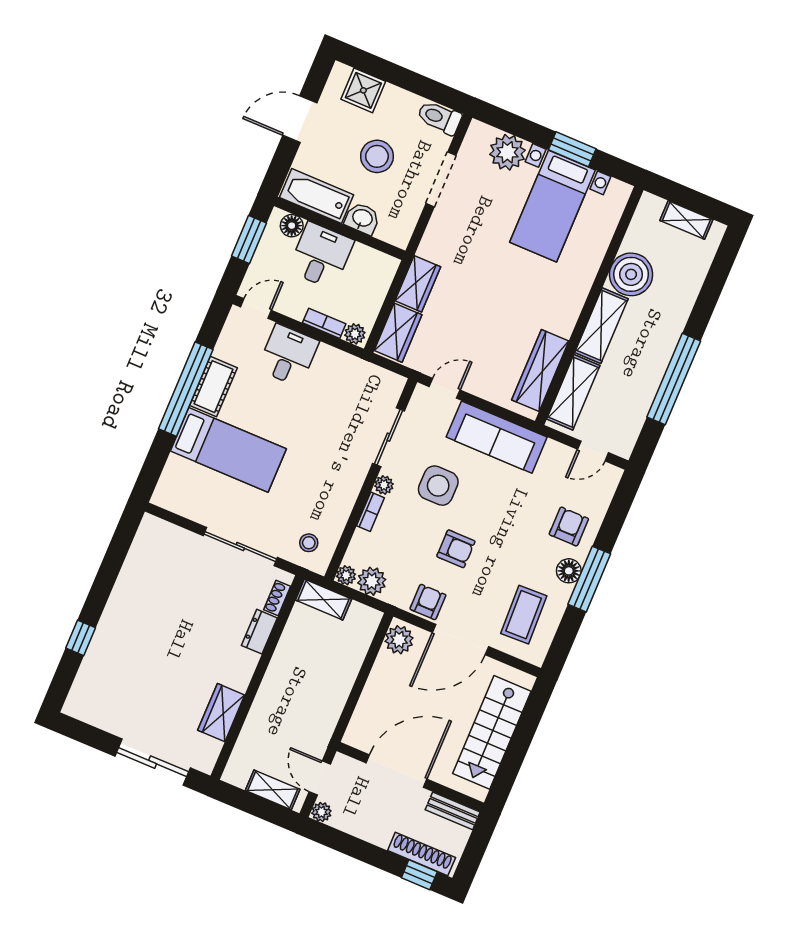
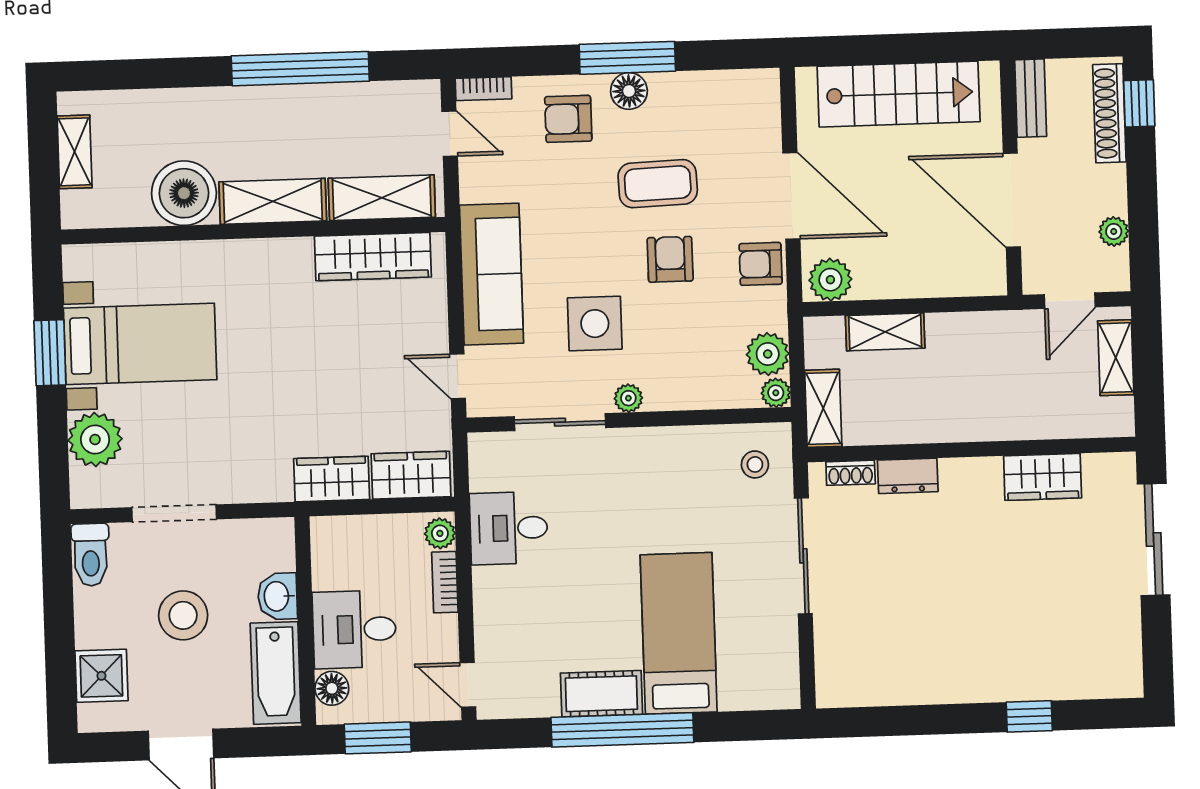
desk: (288, 355) -> (509, 528), moved
bookcase: (370, 512) -> (483, 89), moved, turned 180
coffee table: (524, 615) -> (658, 184), moved
shelving: (352, 658) -> (885, 332), added
plant: (321, 812) -> (1114, 231), moved

